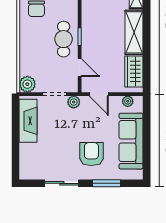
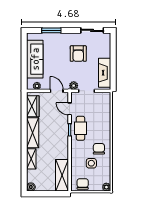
plant: (27, 84) -> (105, 98), removed
armchair: (91, 154) -> (78, 54), moved
sliding door: (62, 183) -> (92, 30), moved

